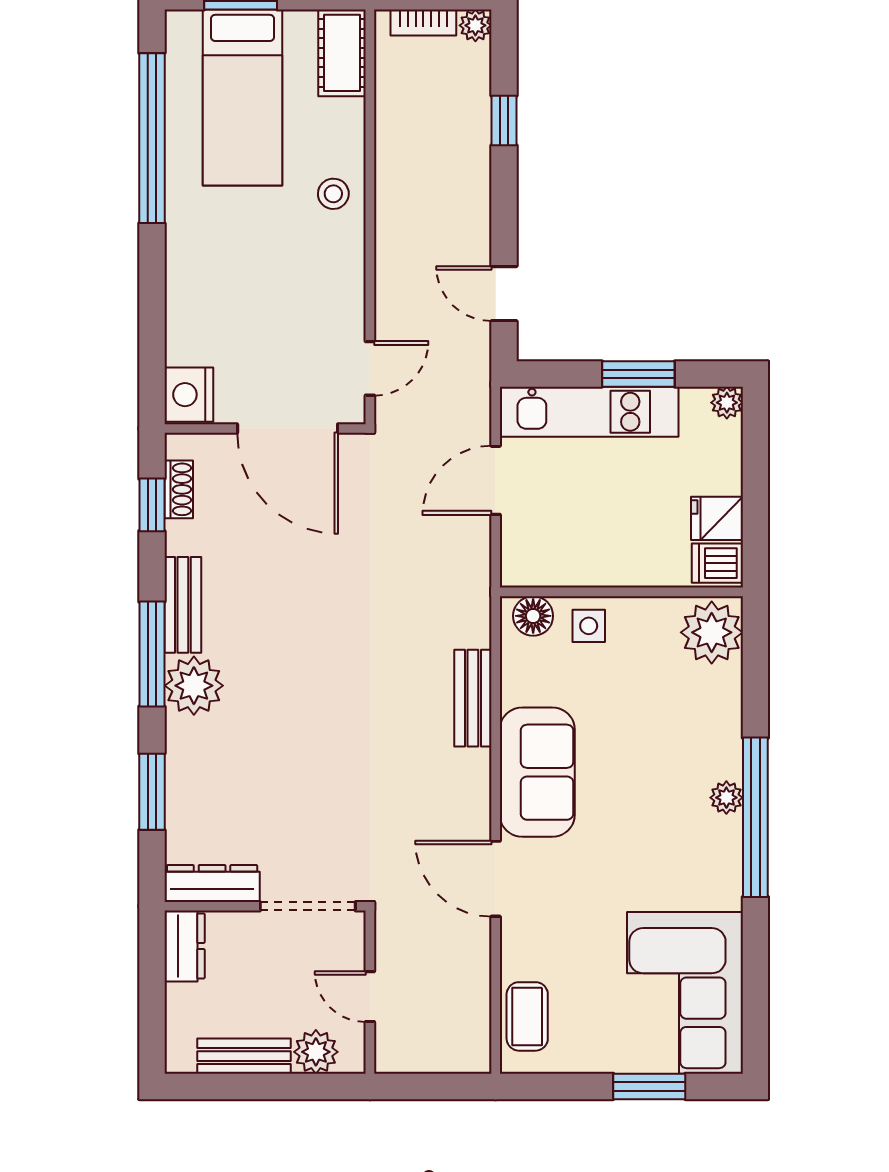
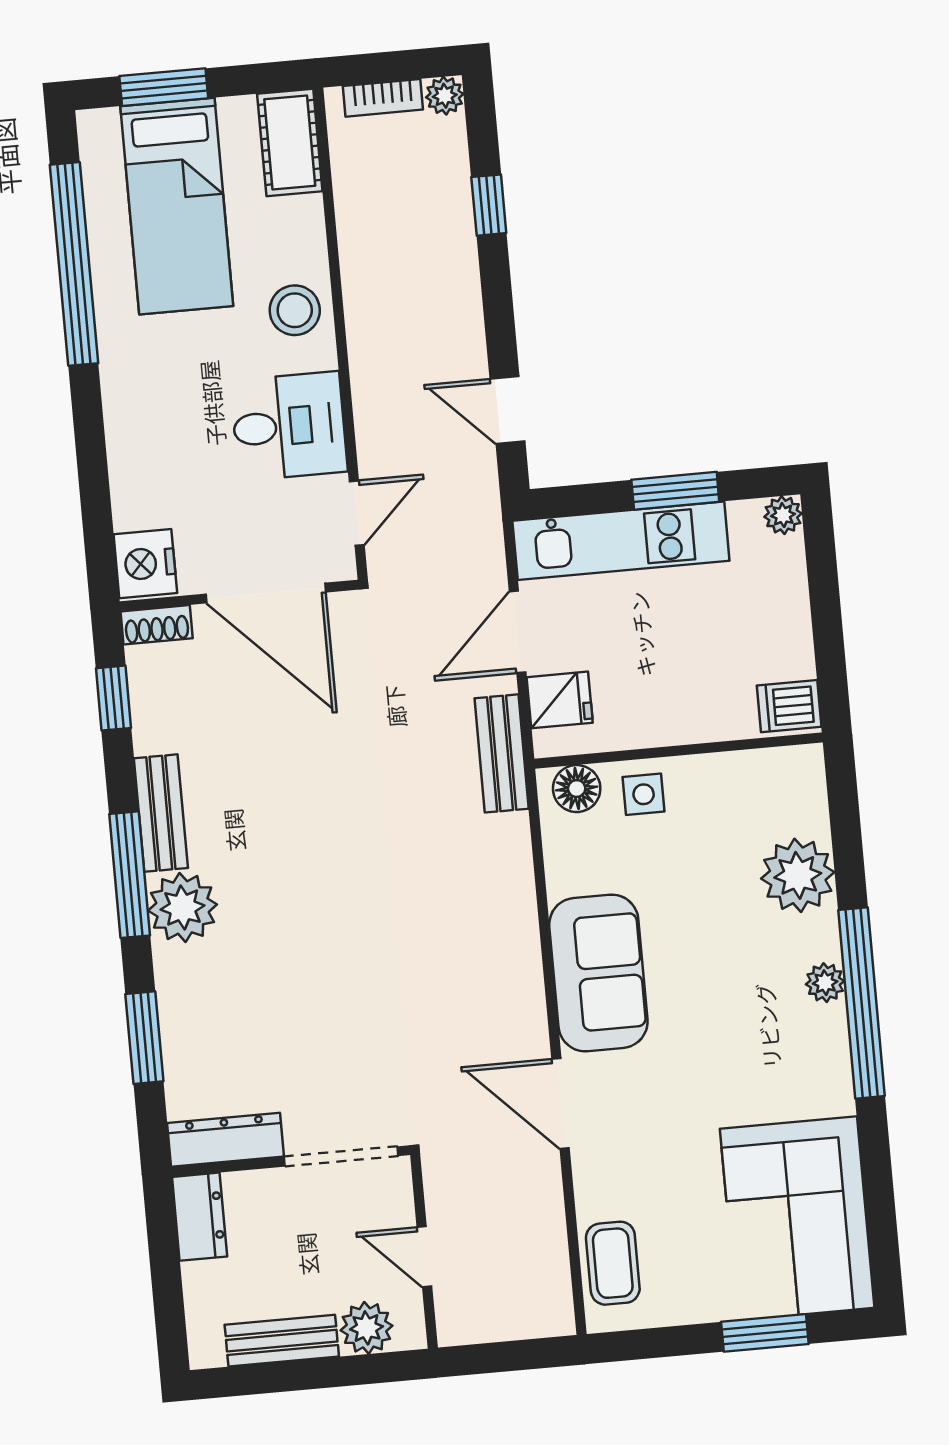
stool: (333, 194) -> (295, 310), width x1.37, depth x1.37
desk: (320, 290) -> (289, 426), added
shoe rack: (179, 489) -> (157, 625), moved, turned 90
fridge: (717, 518) -> (560, 700), moved, turned 180
plant: (712, 632) -> (798, 875), moved
bench: (473, 698) -> (502, 753), moved

